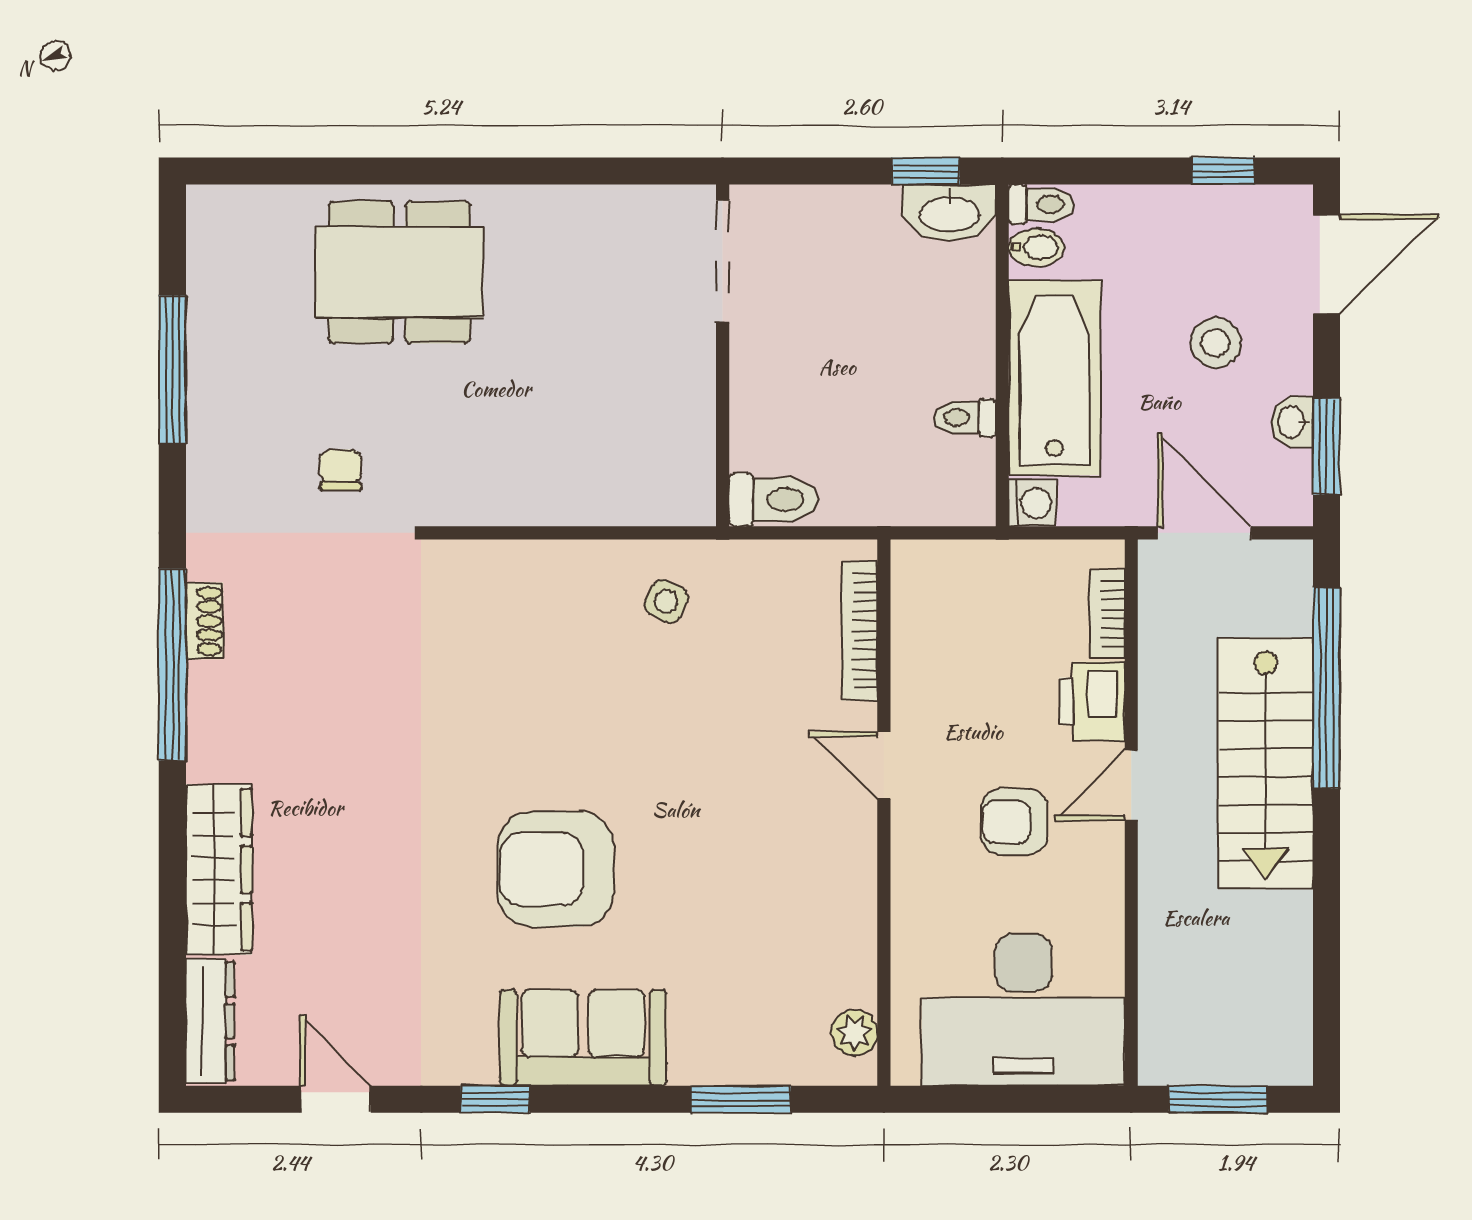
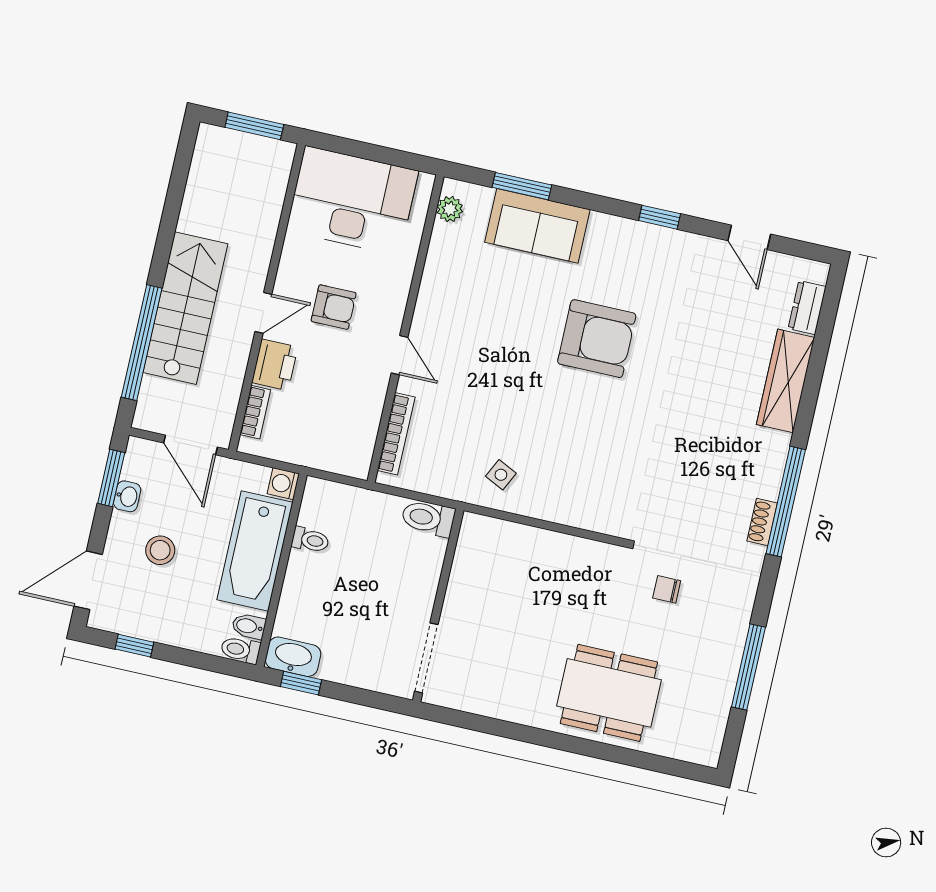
chair: (341, 470) -> (667, 589), turned 90
dresser: (210, 1021) -> (807, 308), width x0.70
sofa: (583, 1038) -> (537, 226), moved

